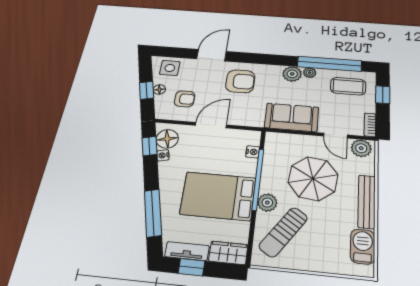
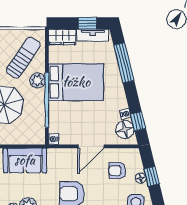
nightstand: (253, 152) -> (54, 139), moved

